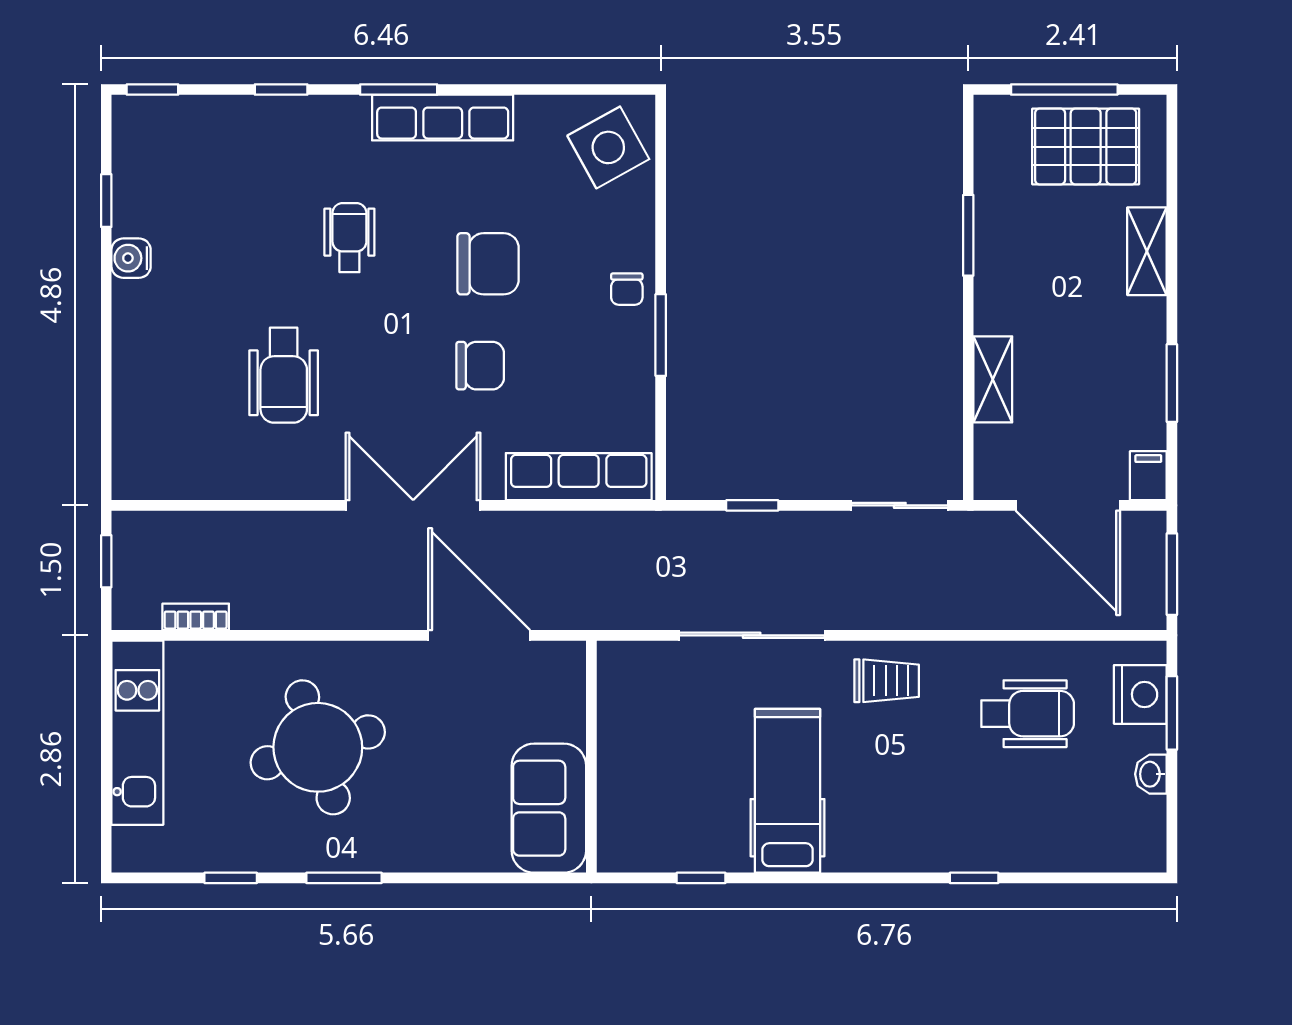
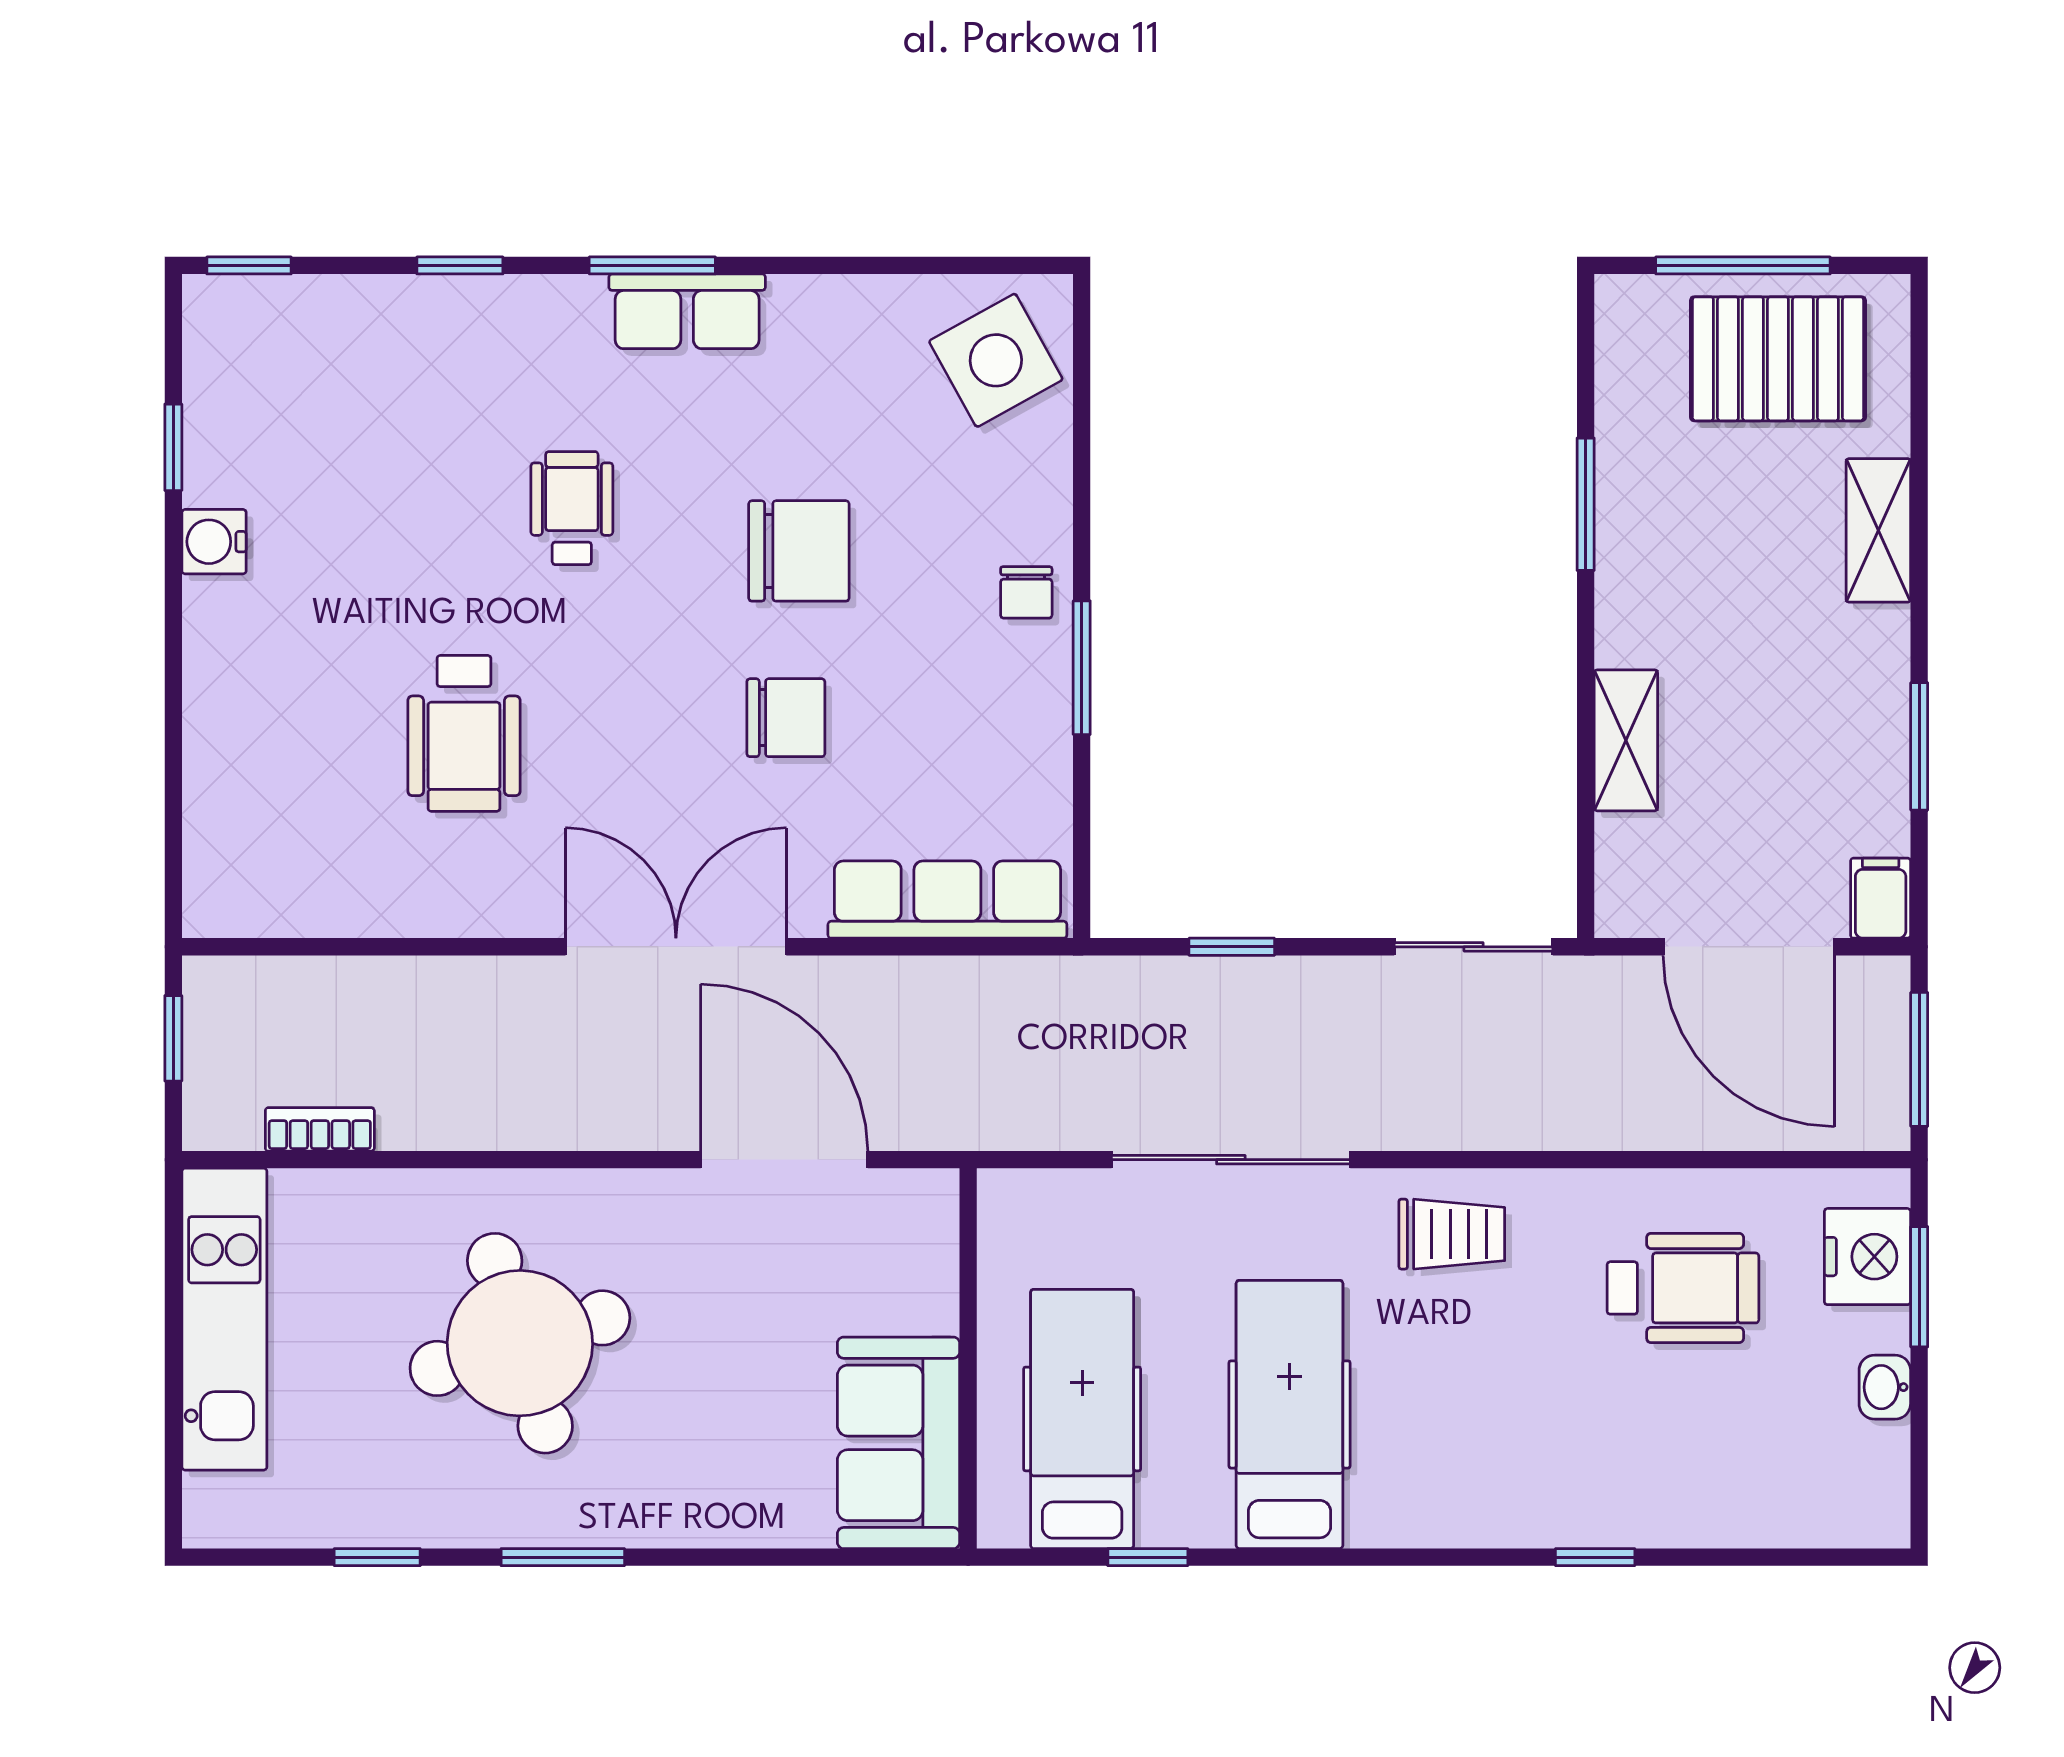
row of seats: (443, 118) -> (687, 311), width x0.68
hospital bed: (661, 794) -> (1082, 1419), added

